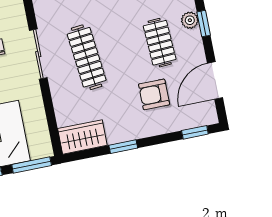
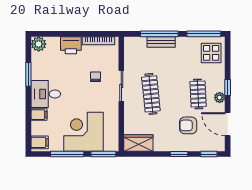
plant: (190, 20) -> (220, 97), moved
door: (215, 81) -> (228, 124), hinge flipped
window: (123, 147) -> (179, 154), moved

